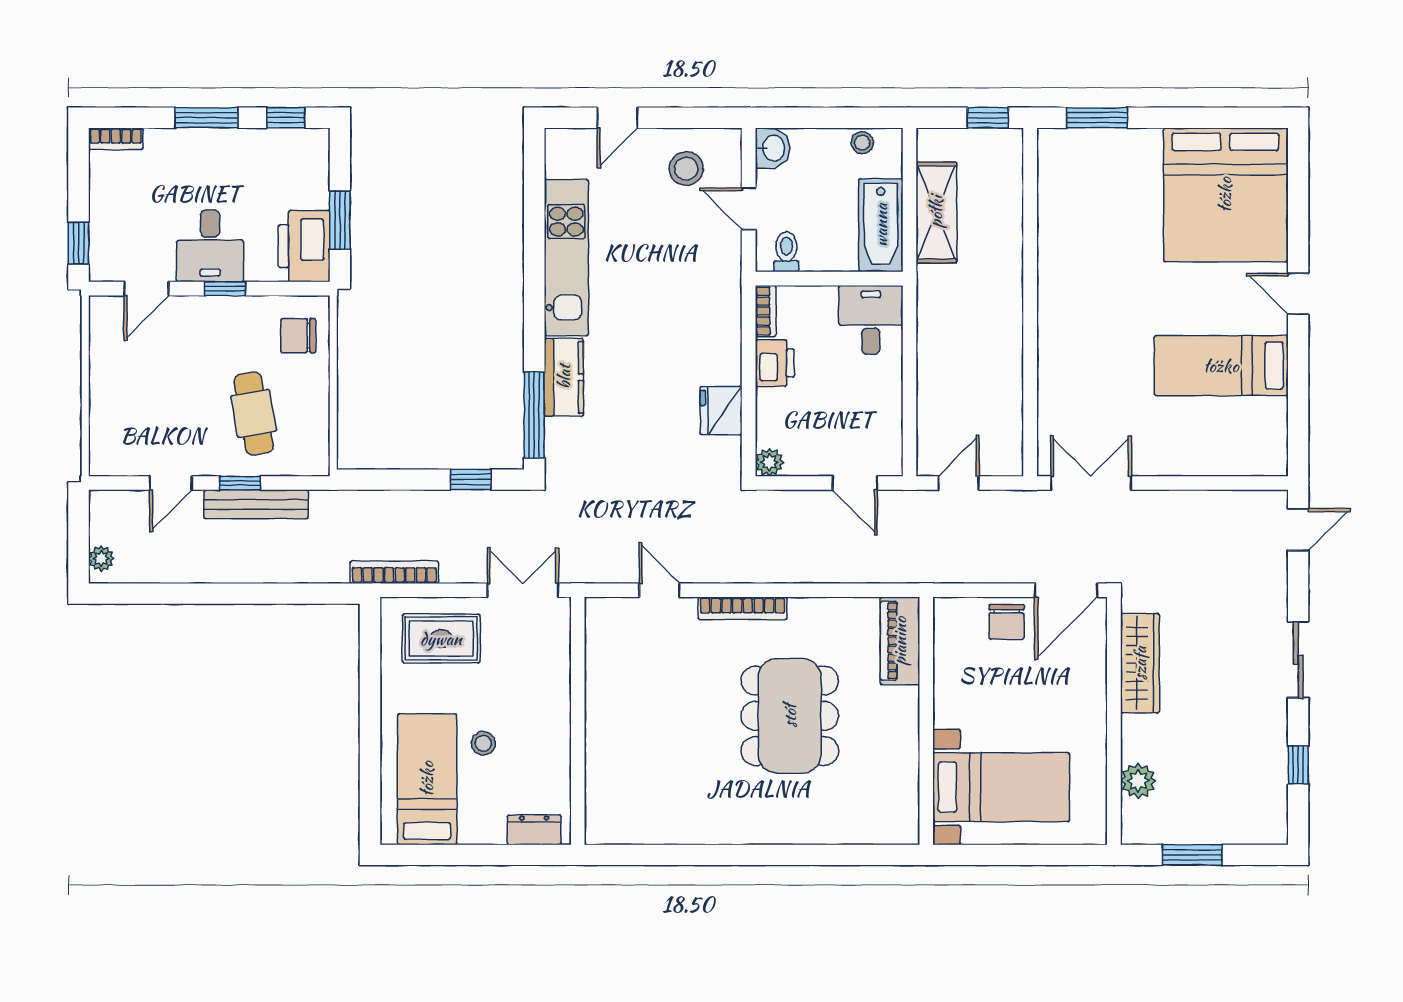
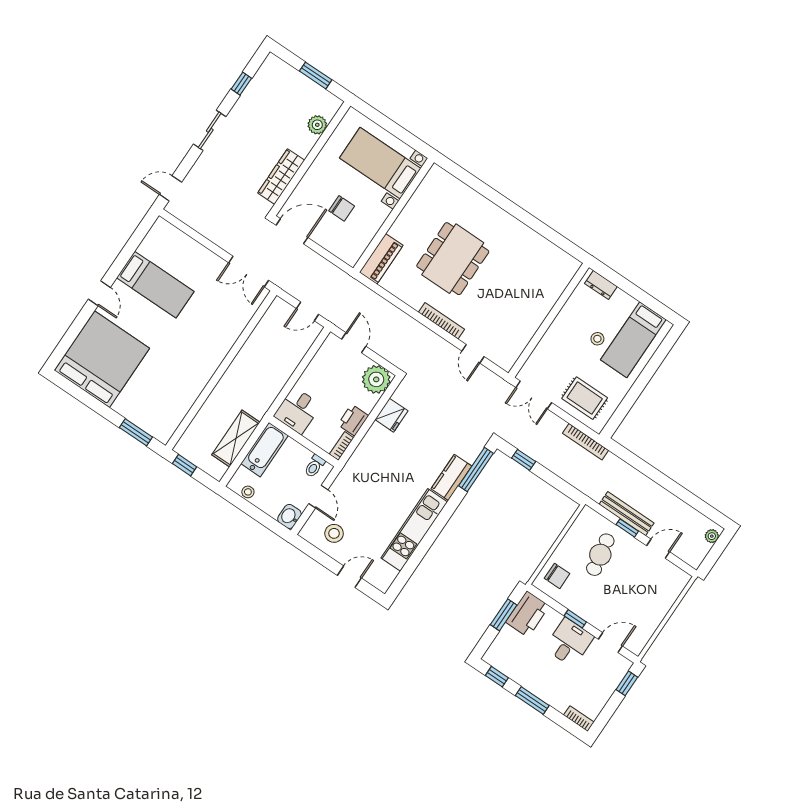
plant: (769, 462) -> (376, 379), width x1.88, depth x1.88
chair: (1007, 622) -> (342, 208), moved, turned 90

